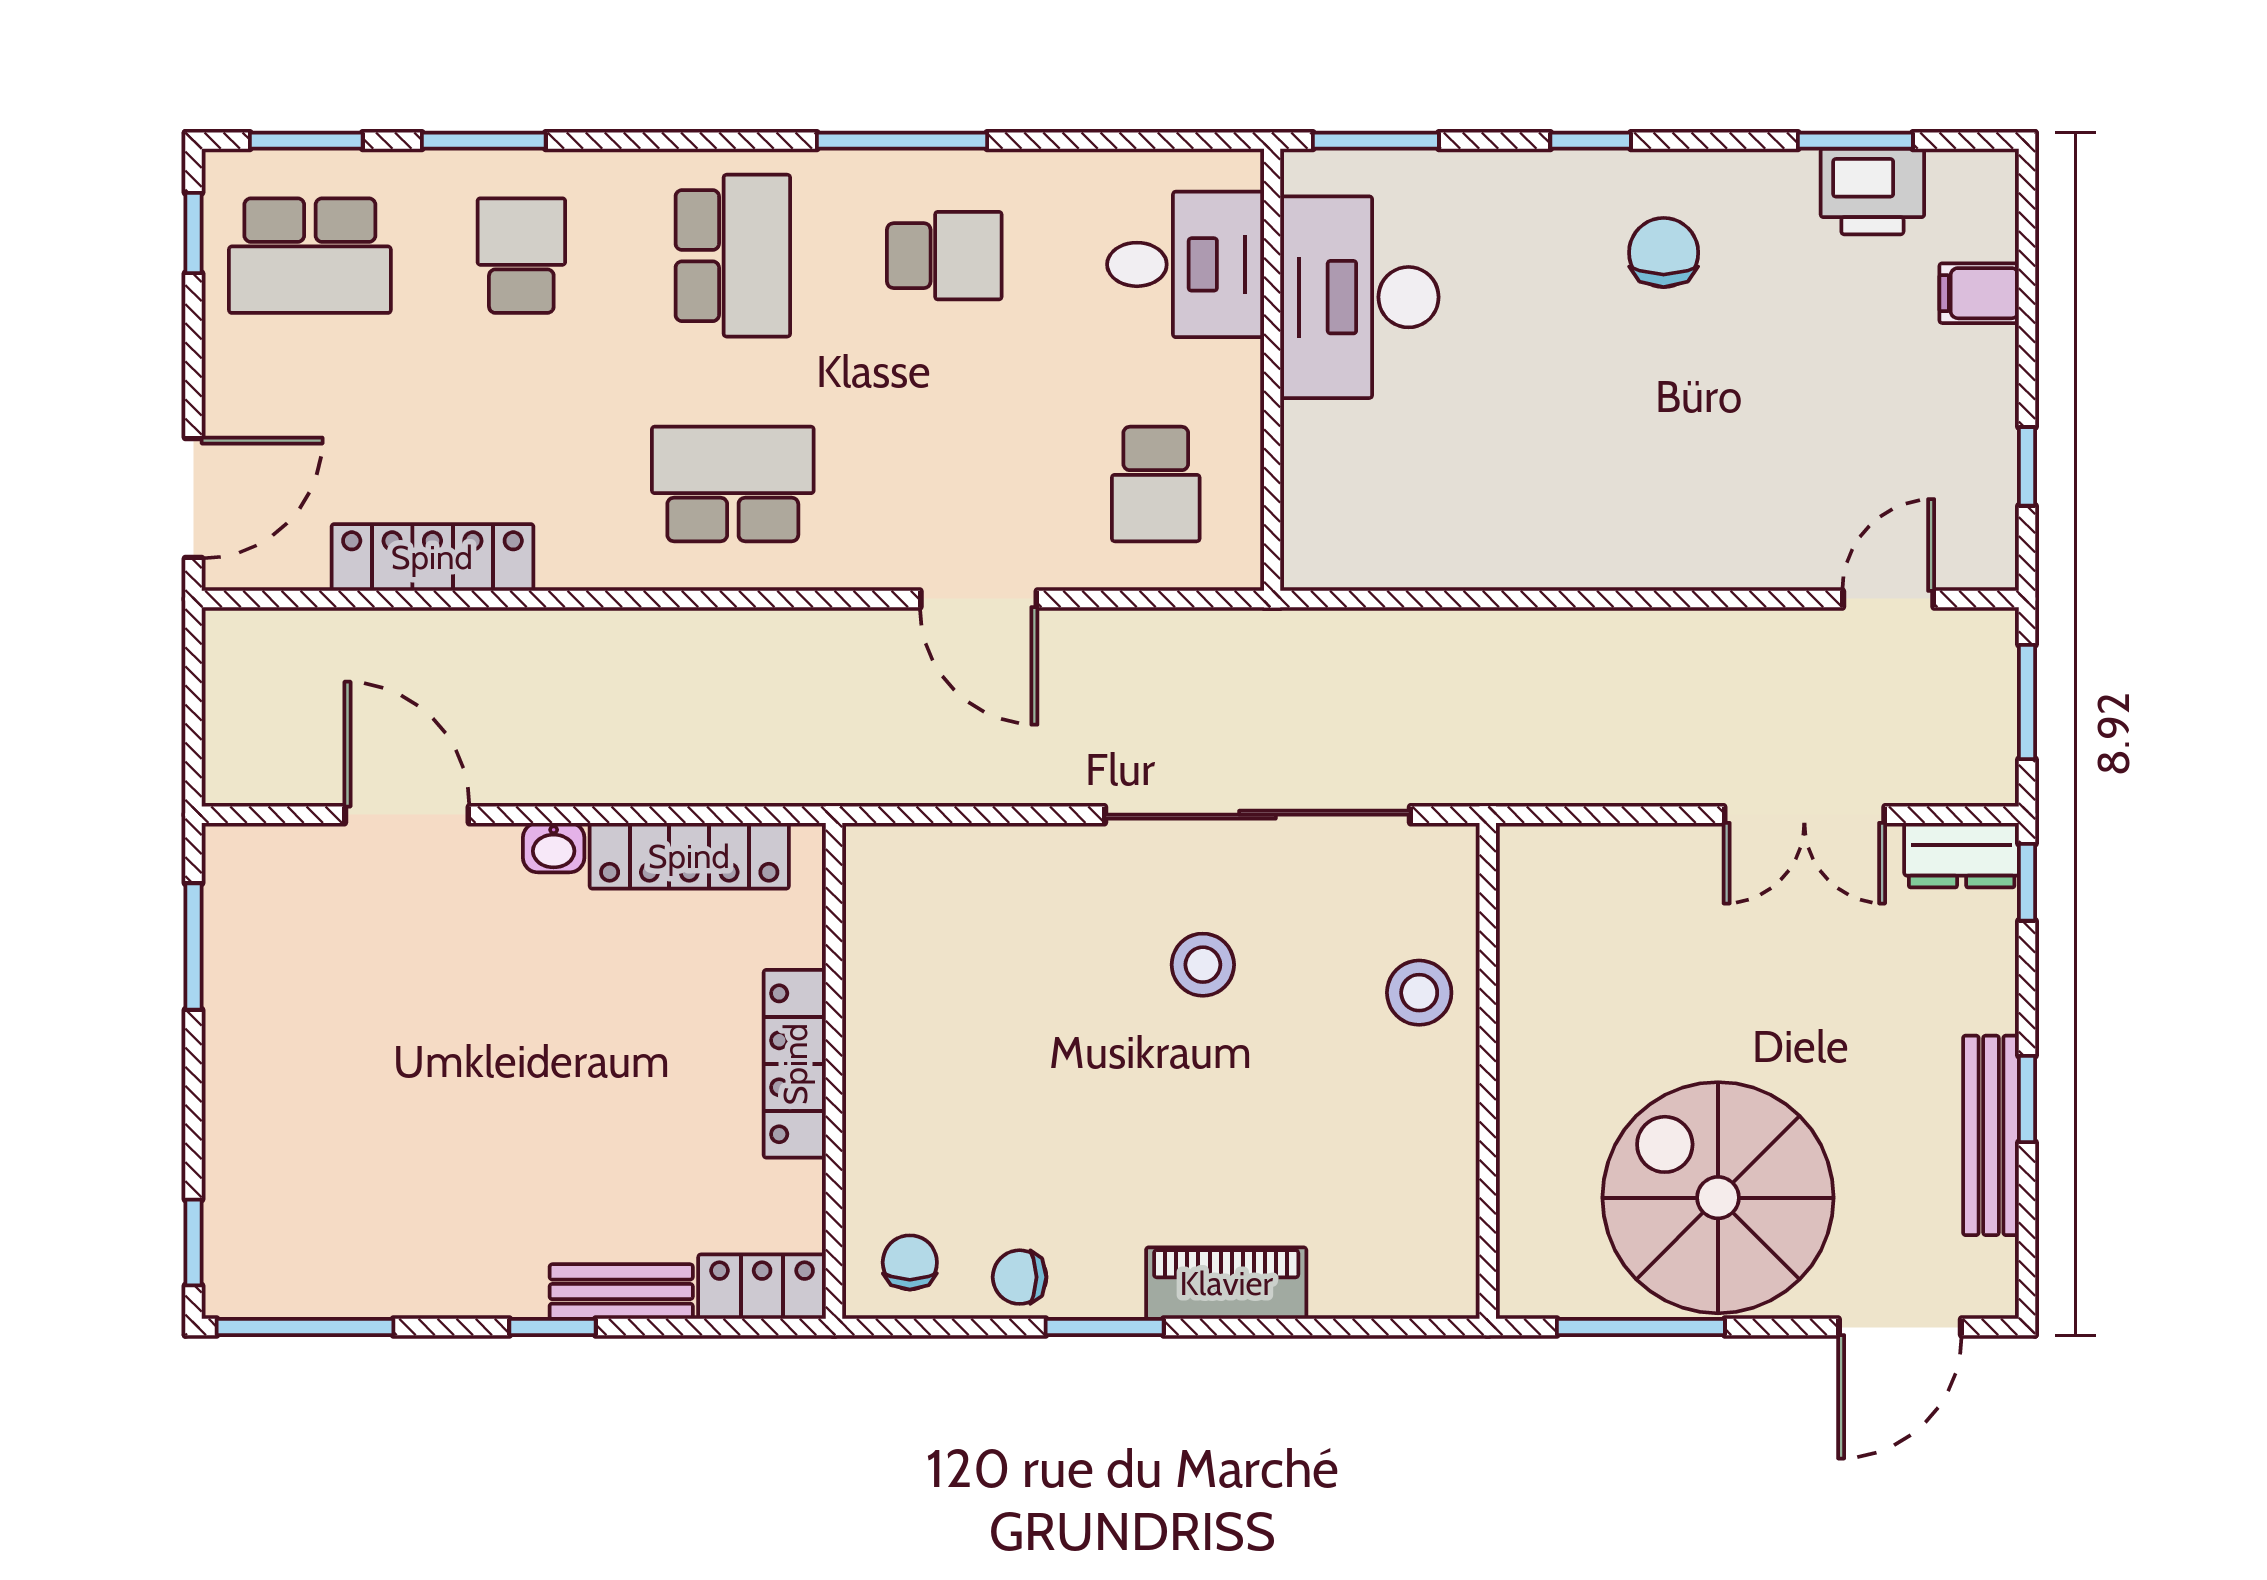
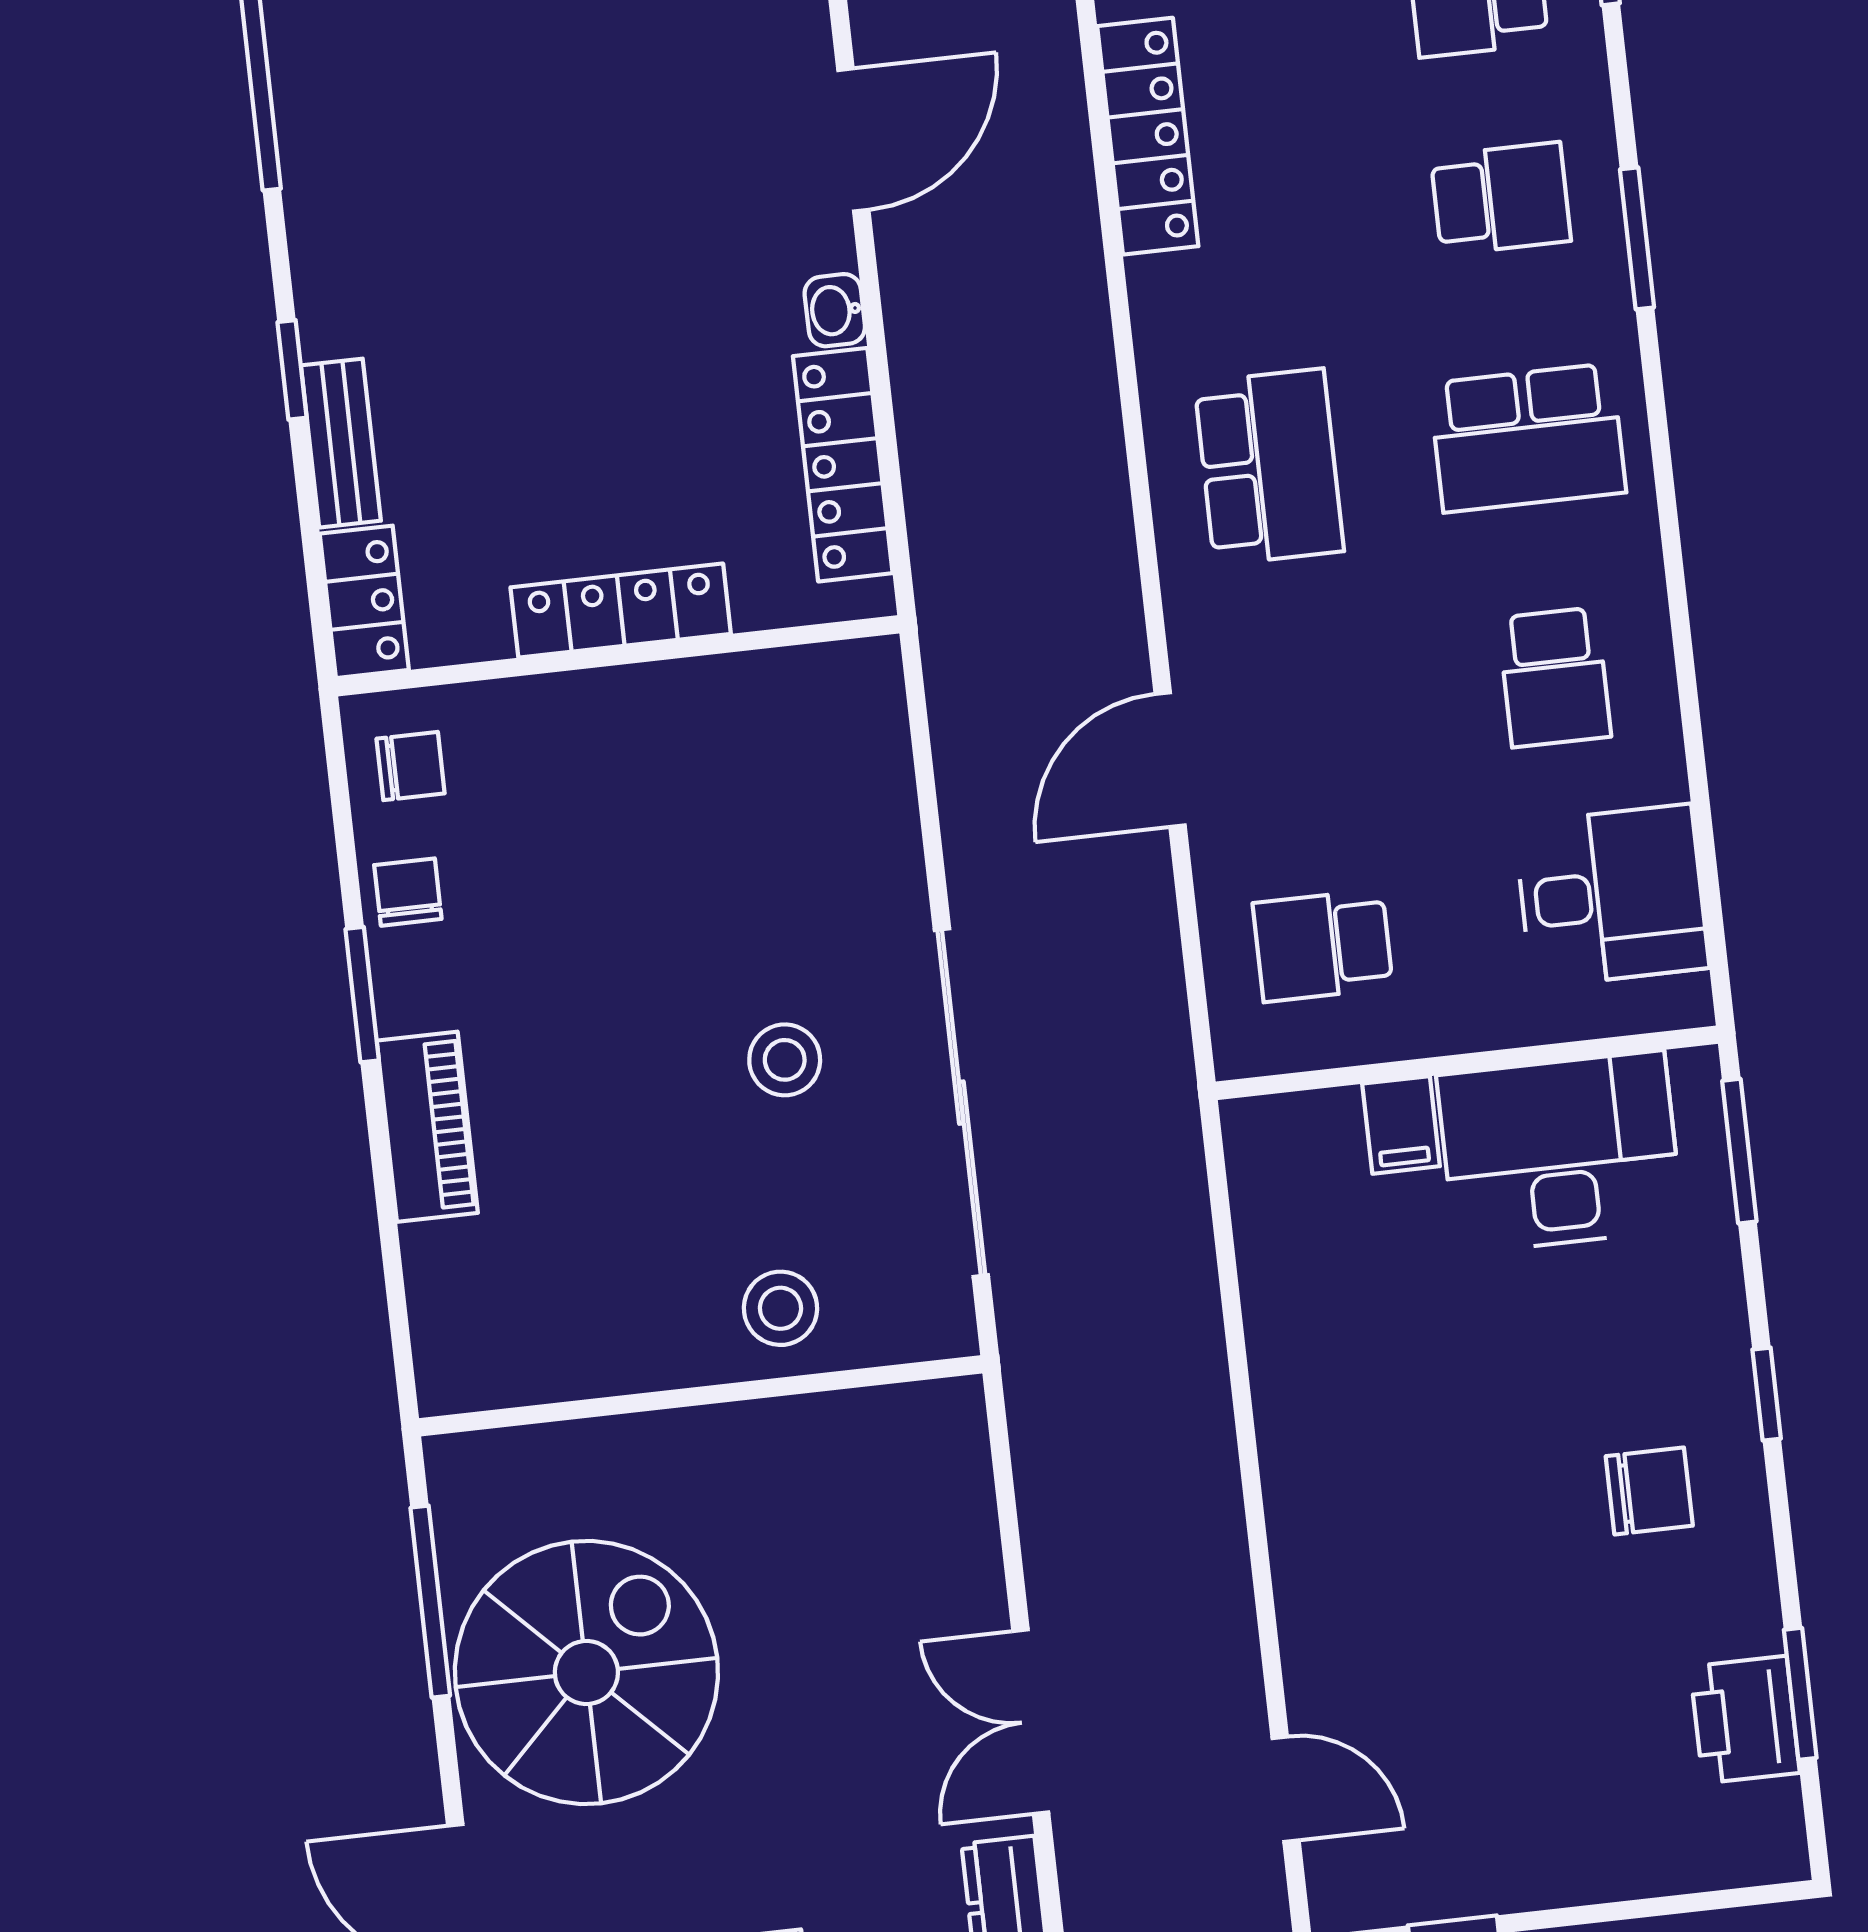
window: (484, 141) -> (1637, 238), moved
window: (902, 141) -> (1679, 615), removed
desk: (1186, 264) -> (1612, 896), moved, turned -90
filing cabinet: (1979, 293) -> (1401, 1125), moved, turned 180

